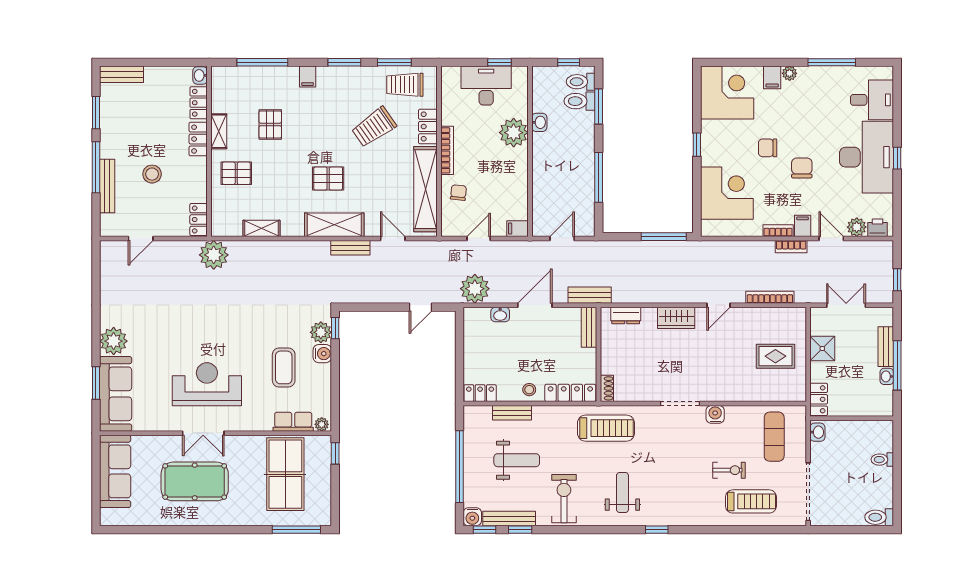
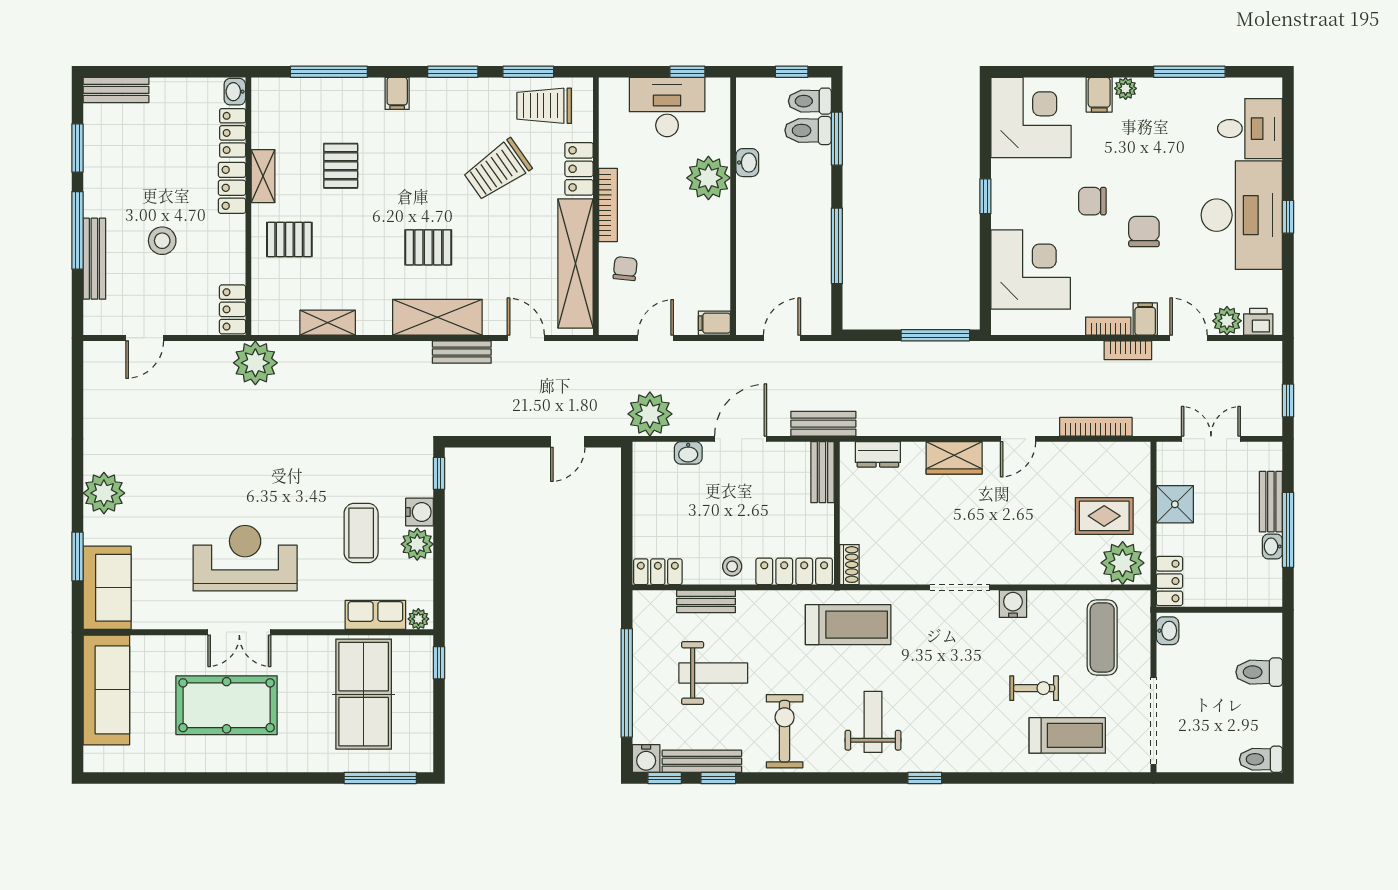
plant: (321, 332) -> (417, 544), moved
plant: (788, 387) -> (1123, 563), added
sofa: (116, 394) -> (107, 588), width x0.73
toilet: (882, 460) -> (1259, 672), width x1.37, depth x1.39

